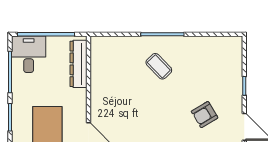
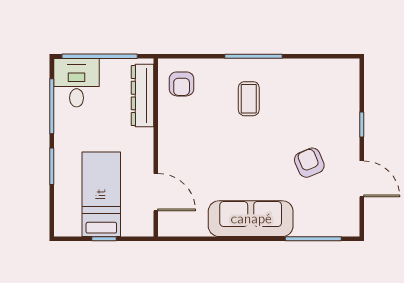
armchair: (108, 55) -> (182, 84), added
coffee table: (159, 66) -> (249, 99), turned 44
armchair: (205, 115) -> (309, 163), turned 98

